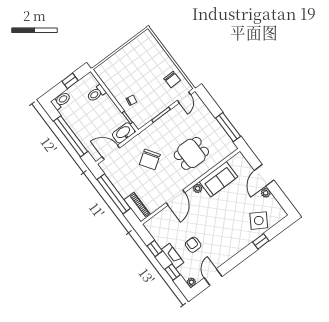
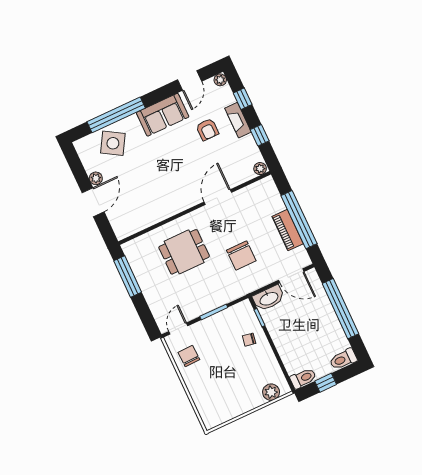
plant: (108, 66) -> (271, 392), added
toilet: (96, 93) -> (303, 378), moved
chair: (150, 159) -> (241, 255), turned 124
sofa: (219, 179) -> (163, 115), moved, turned 180
plant: (198, 188) -> (260, 169), moved
piano: (137, 207) -> (288, 230), moved
window: (261, 241) -> (116, 115), width x3.17

